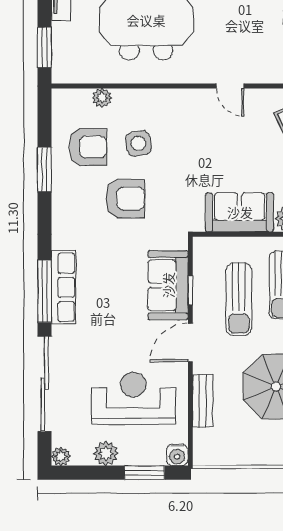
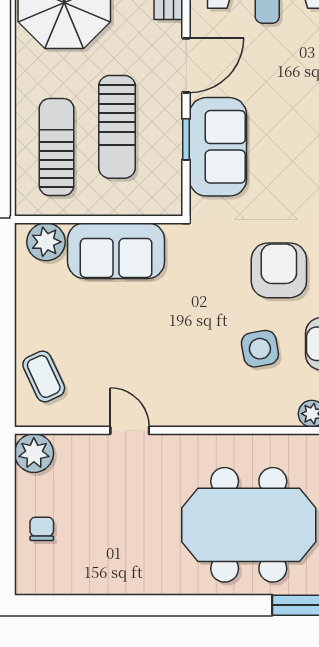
armchair: (125, 198) -> (279, 270), turned 90
sun lounger: (239, 299) -> (117, 127), turned 180

